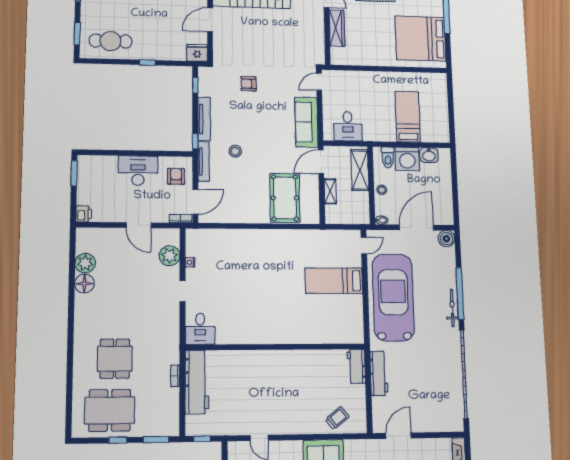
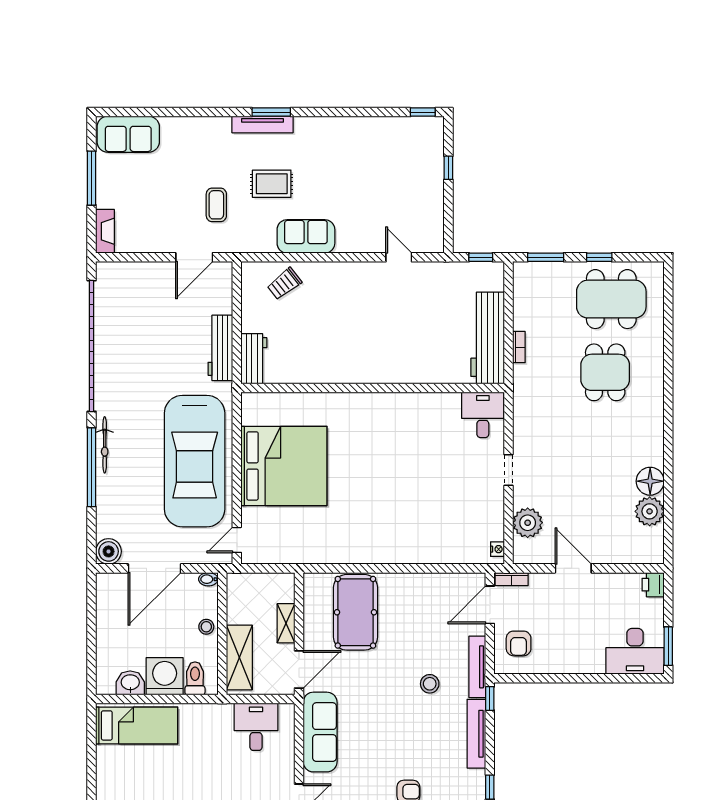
bed: (408, 117) -> (137, 725), moved, turned -90
desk: (138, 171) -> (635, 651), moved
nightstand: (190, 262) -> (497, 549), moved
bed: (334, 281) -> (284, 466), width x2.04

